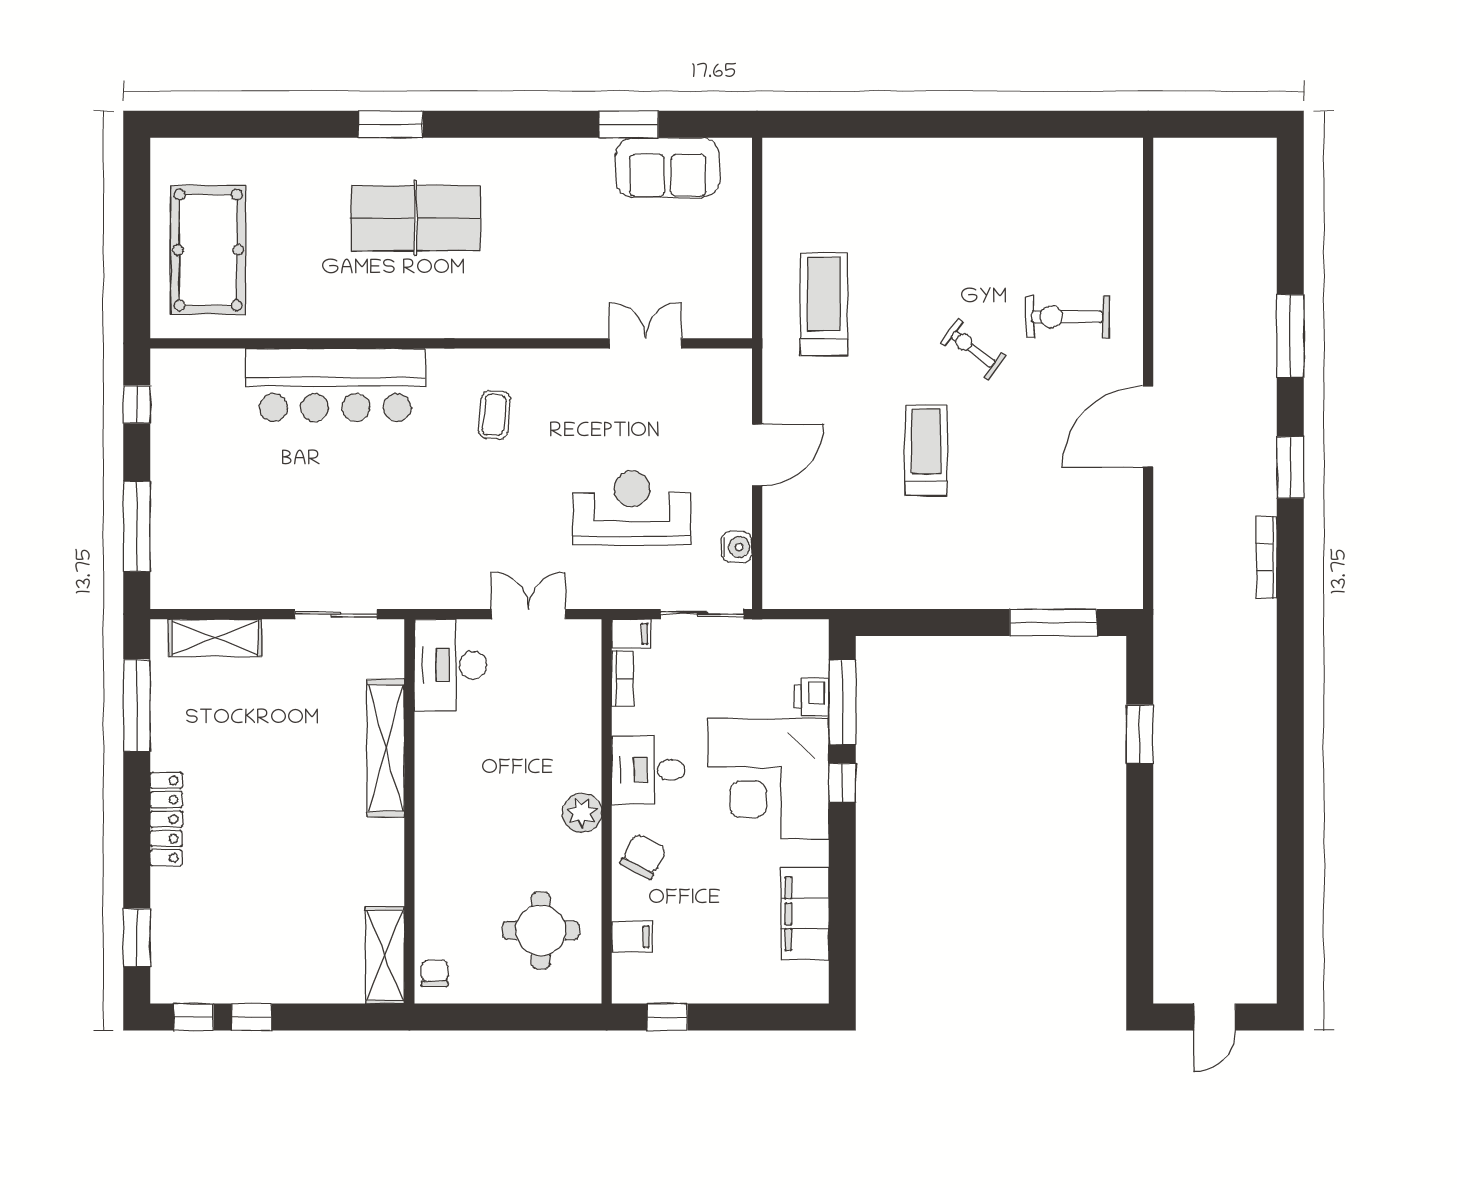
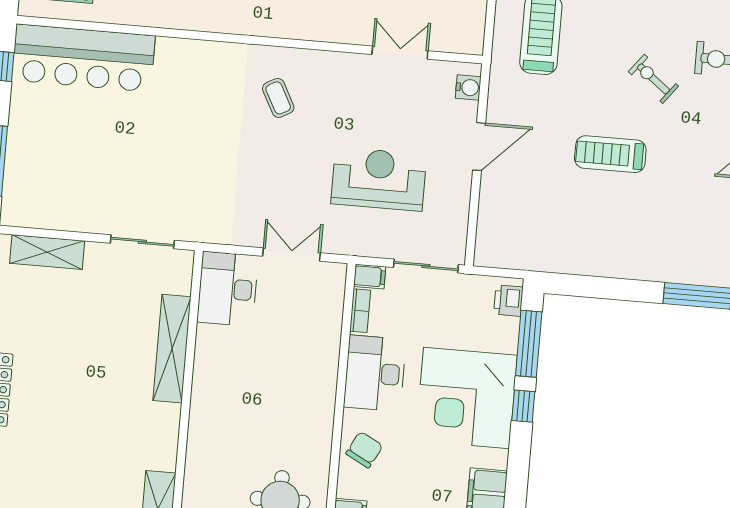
bar counter: (335, 385) -> (83, 58), moved
coffee table: (494, 415) -> (278, 98), turned -34
treadmill: (926, 450) -> (610, 154), turned -90
water cooler: (737, 547) -> (468, 87), moved
printer: (812, 696) -> (508, 301), moved
desk: (648, 770) -> (375, 373), width x1.37
plant: (582, 813) -> (320, 412), removed

